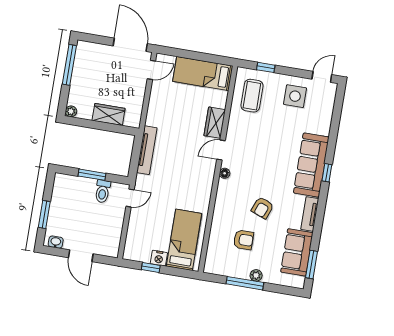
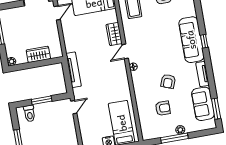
toilet: (103, 191) -> (29, 113), moved

